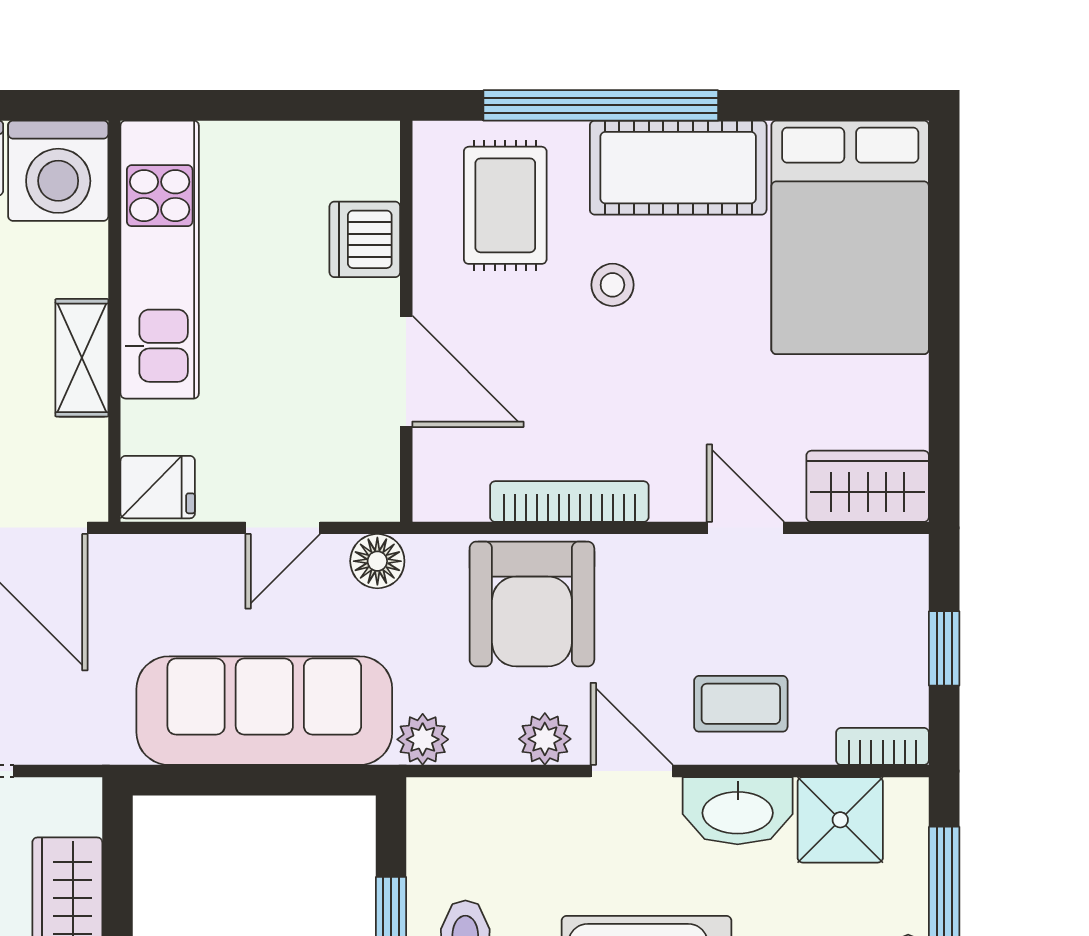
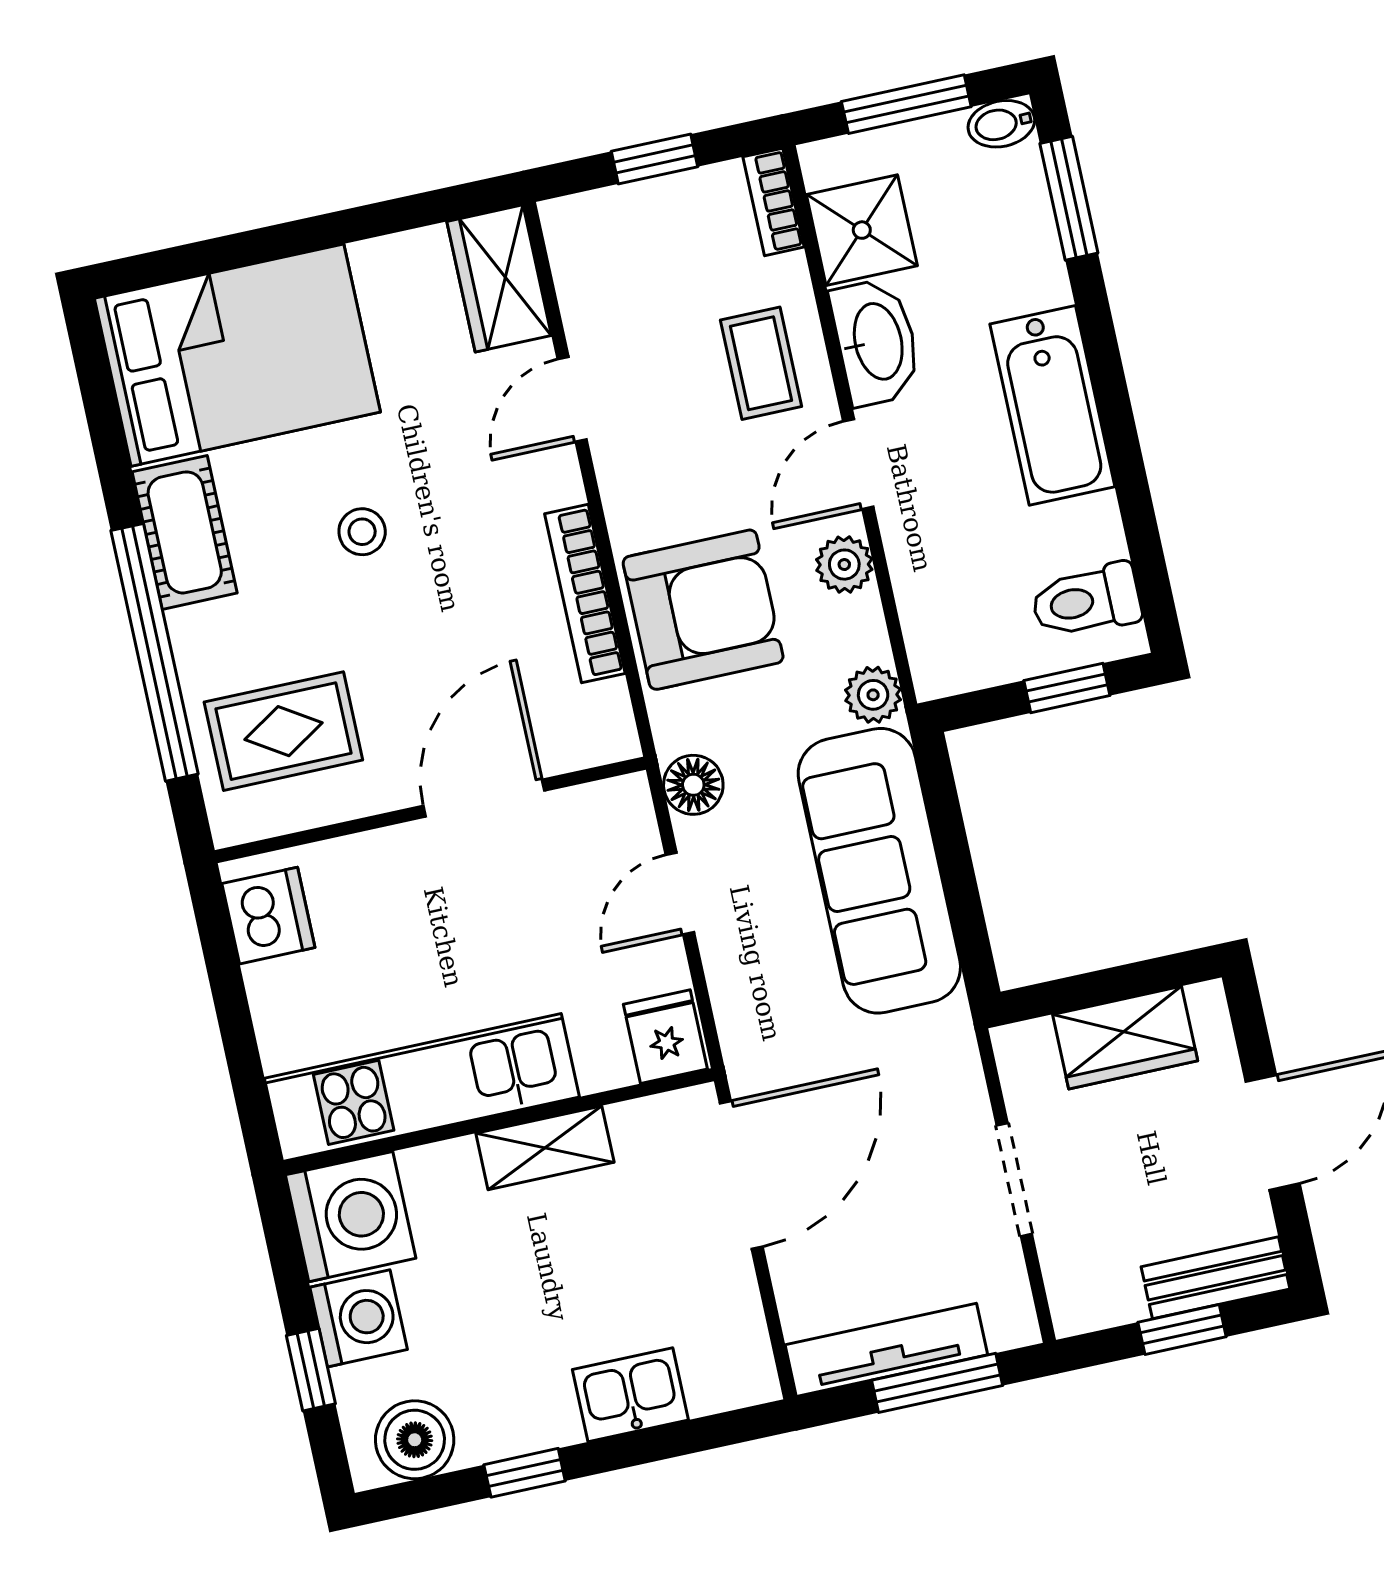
cot: (678, 168) -> (185, 532), width x0.73, depth x0.75
dishwasher: (365, 239) -> (268, 916), moved, turned -90
stool: (612, 285) -> (362, 532), moved
door: (283, 528) -> (680, 894), swing flipped

